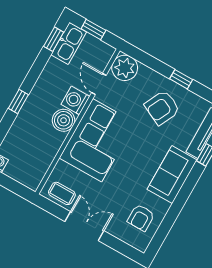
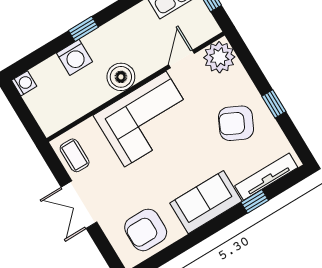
washing machine: (75, 100) -> (74, 57), moved, turned 180
armchair: (141, 218) -> (146, 230), width x1.38, depth x1.38
double door: (84, 226) -> (79, 205), swing flipped

